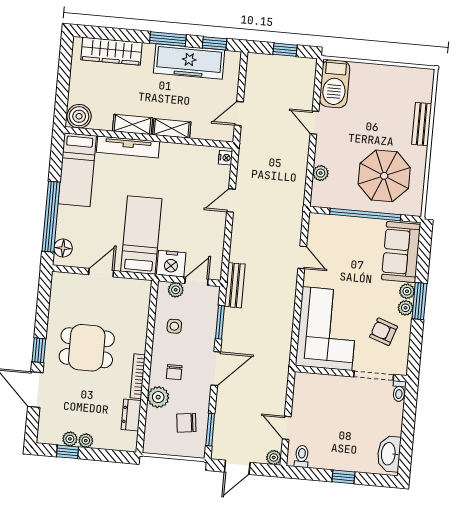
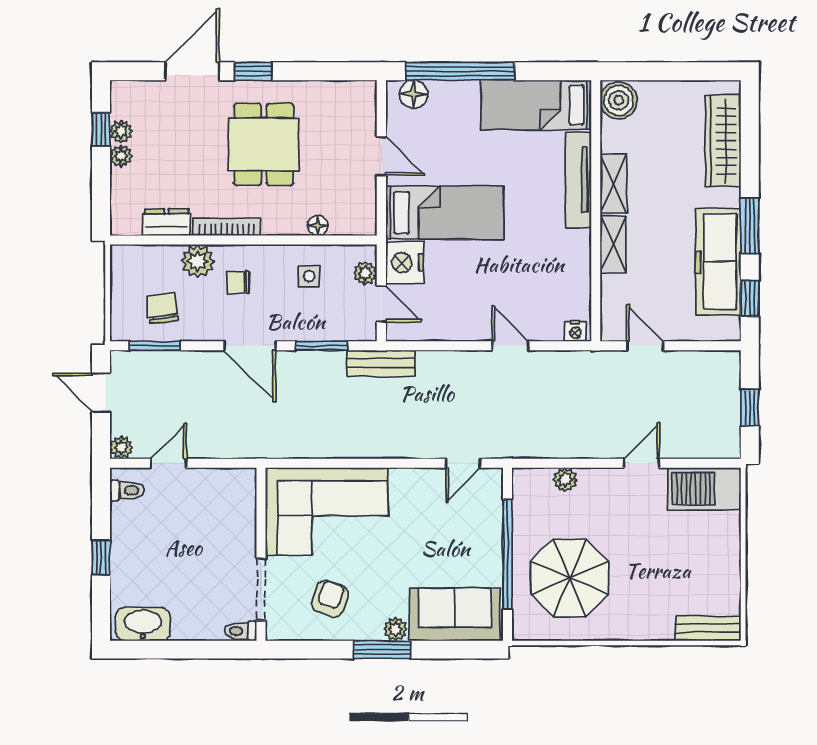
bench: (422, 124) -> (708, 628), moved
door: (302, 257) -> (463, 463), moved
plant: (406, 308) -> (370, 629), removed
floor lamp: (142, 318) -> (318, 226), added

